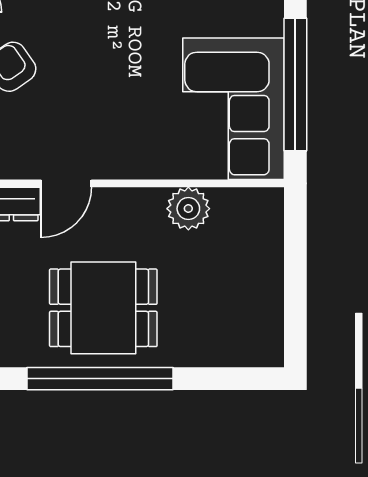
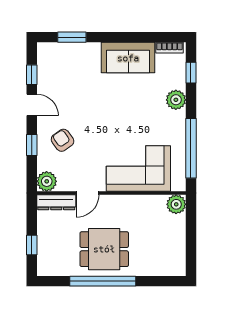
corner sofa: (234, 109) -> (138, 168), moved, turned 90
plant: (188, 209) -> (176, 204), moved

